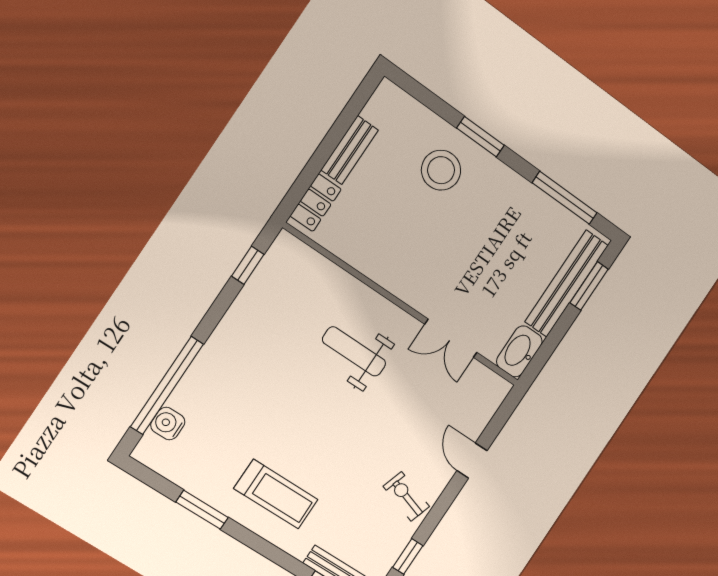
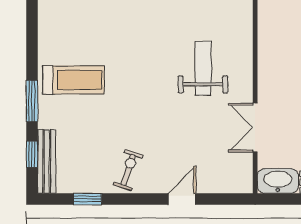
treadmill: (276, 494) -> (74, 80), turned -90
window: (202, 510) -> (32, 101), moved

